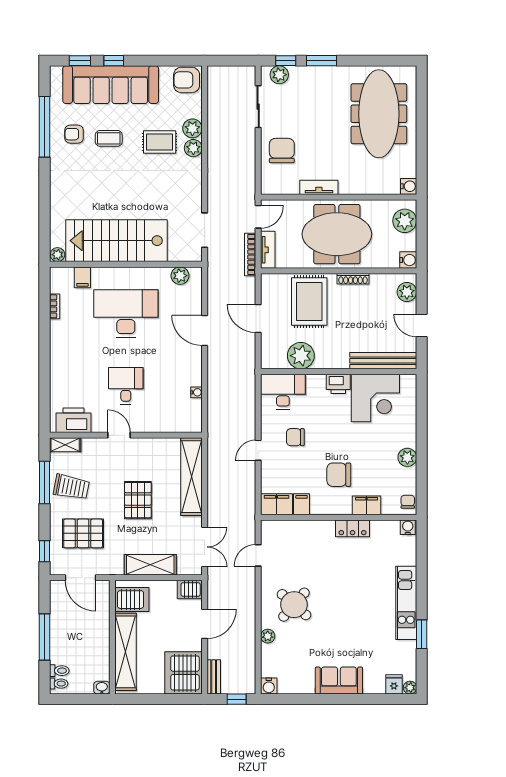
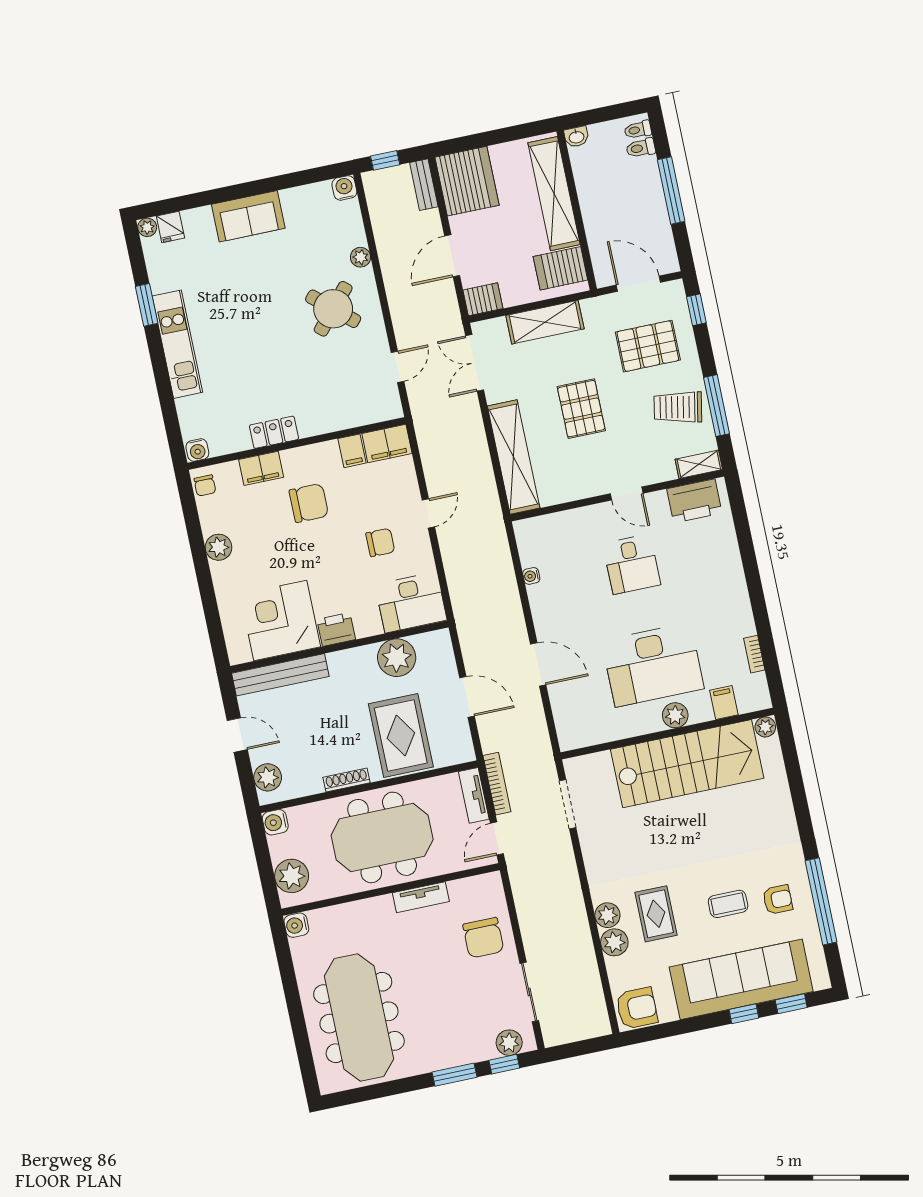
rug: (160, 142) -> (656, 914), turned 90
plant: (180, 276) -> (675, 715), moved

